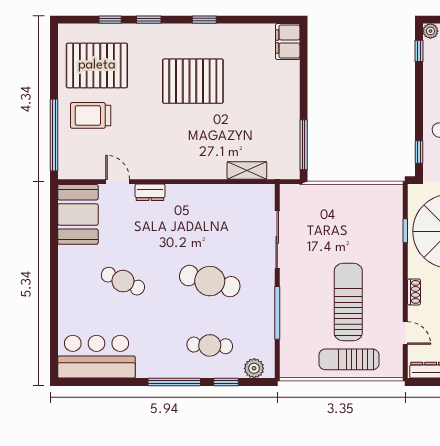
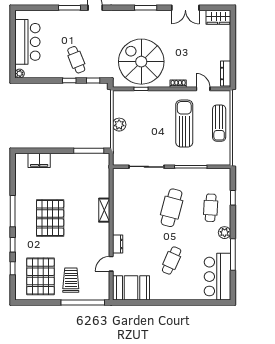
window: (204, 20) -> (13, 211), width x2.17
filing cabinet: (288, 41) -> (39, 160), moved
window: (419, 51) -> (69, 81), moved
trolley: (91, 115) -> (71, 280), turned 180
shelving: (247, 171) -> (104, 210), moved
plant: (347, 195) -> (119, 125), added
sun lounger: (348, 302) -> (184, 124), turned 90
door: (405, 333) -> (203, 89), hinge flipped
plant: (254, 368) -> (225, 233), moved
window: (174, 382) -> (233, 254), moved

